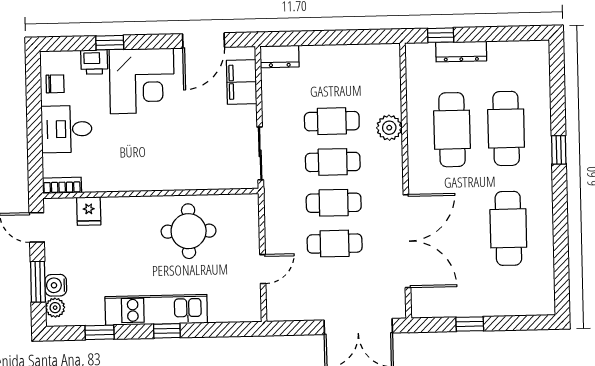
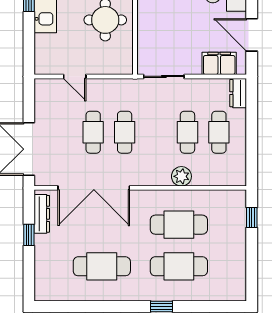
dresser: (461, 52) -> (42, 214), moved, turned 180
cafe table: (333, 162) -> (219, 132), moved

